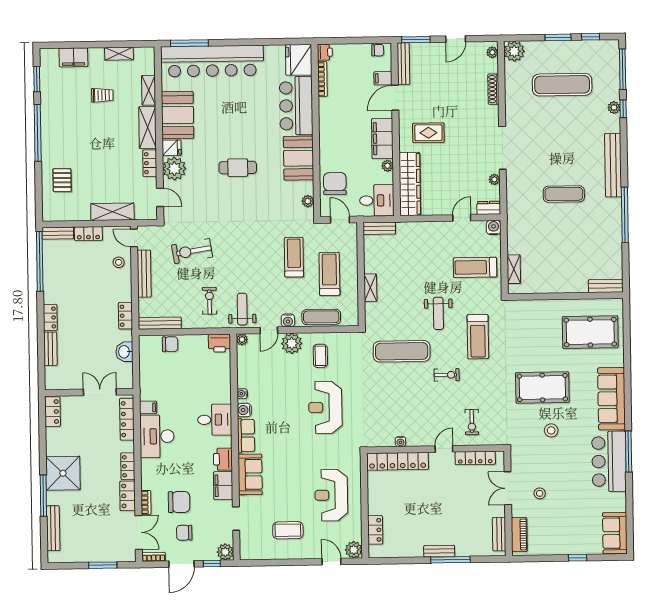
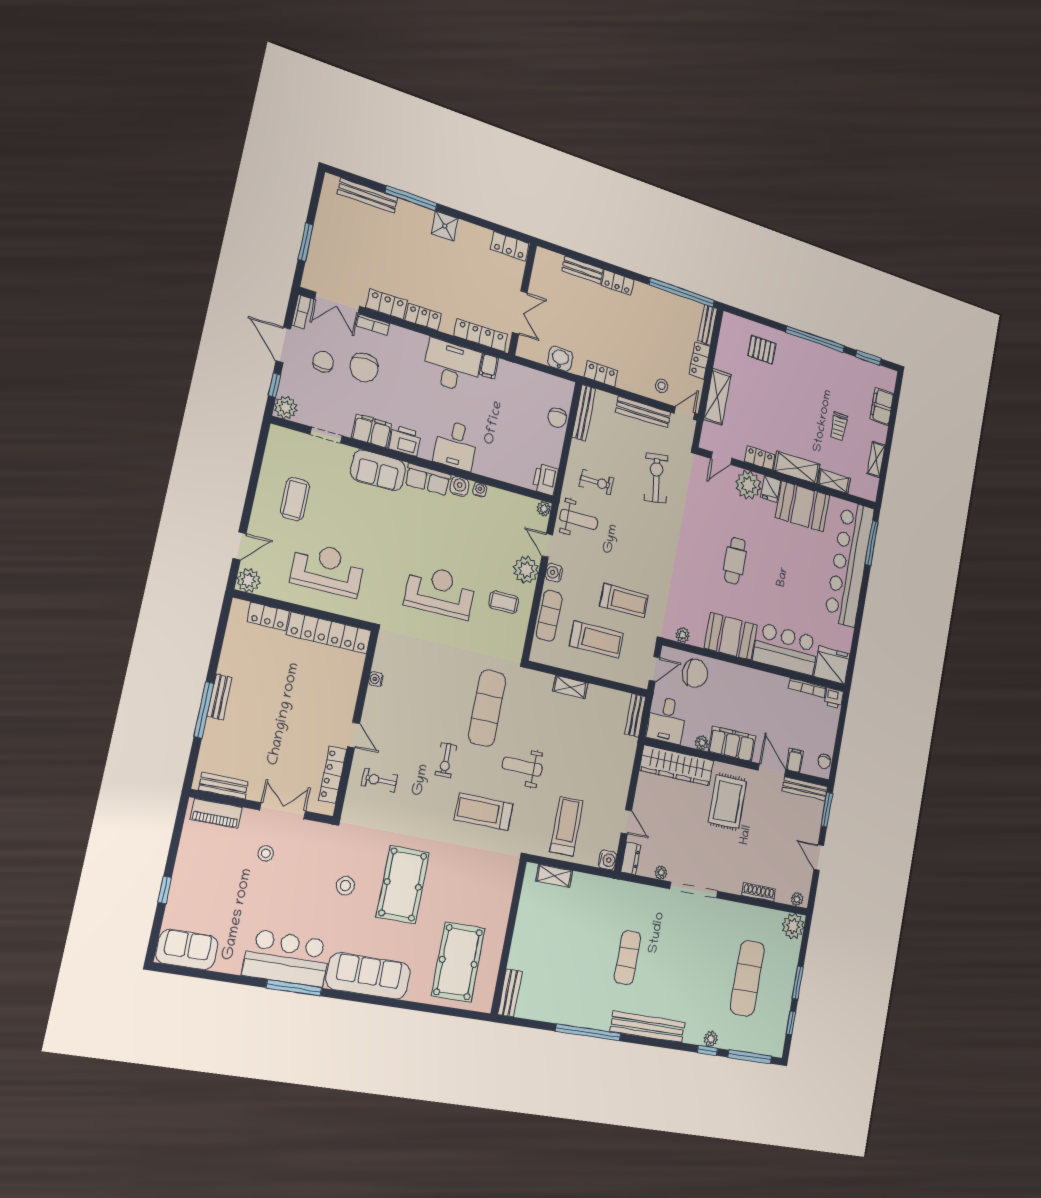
rug: (428, 133) -> (728, 802), width x1.36, depth x1.43
locker: (398, 461) -> (329, 633), moved, turned -90
shower: (63, 473) -> (445, 226), width x0.54, depth x0.54

